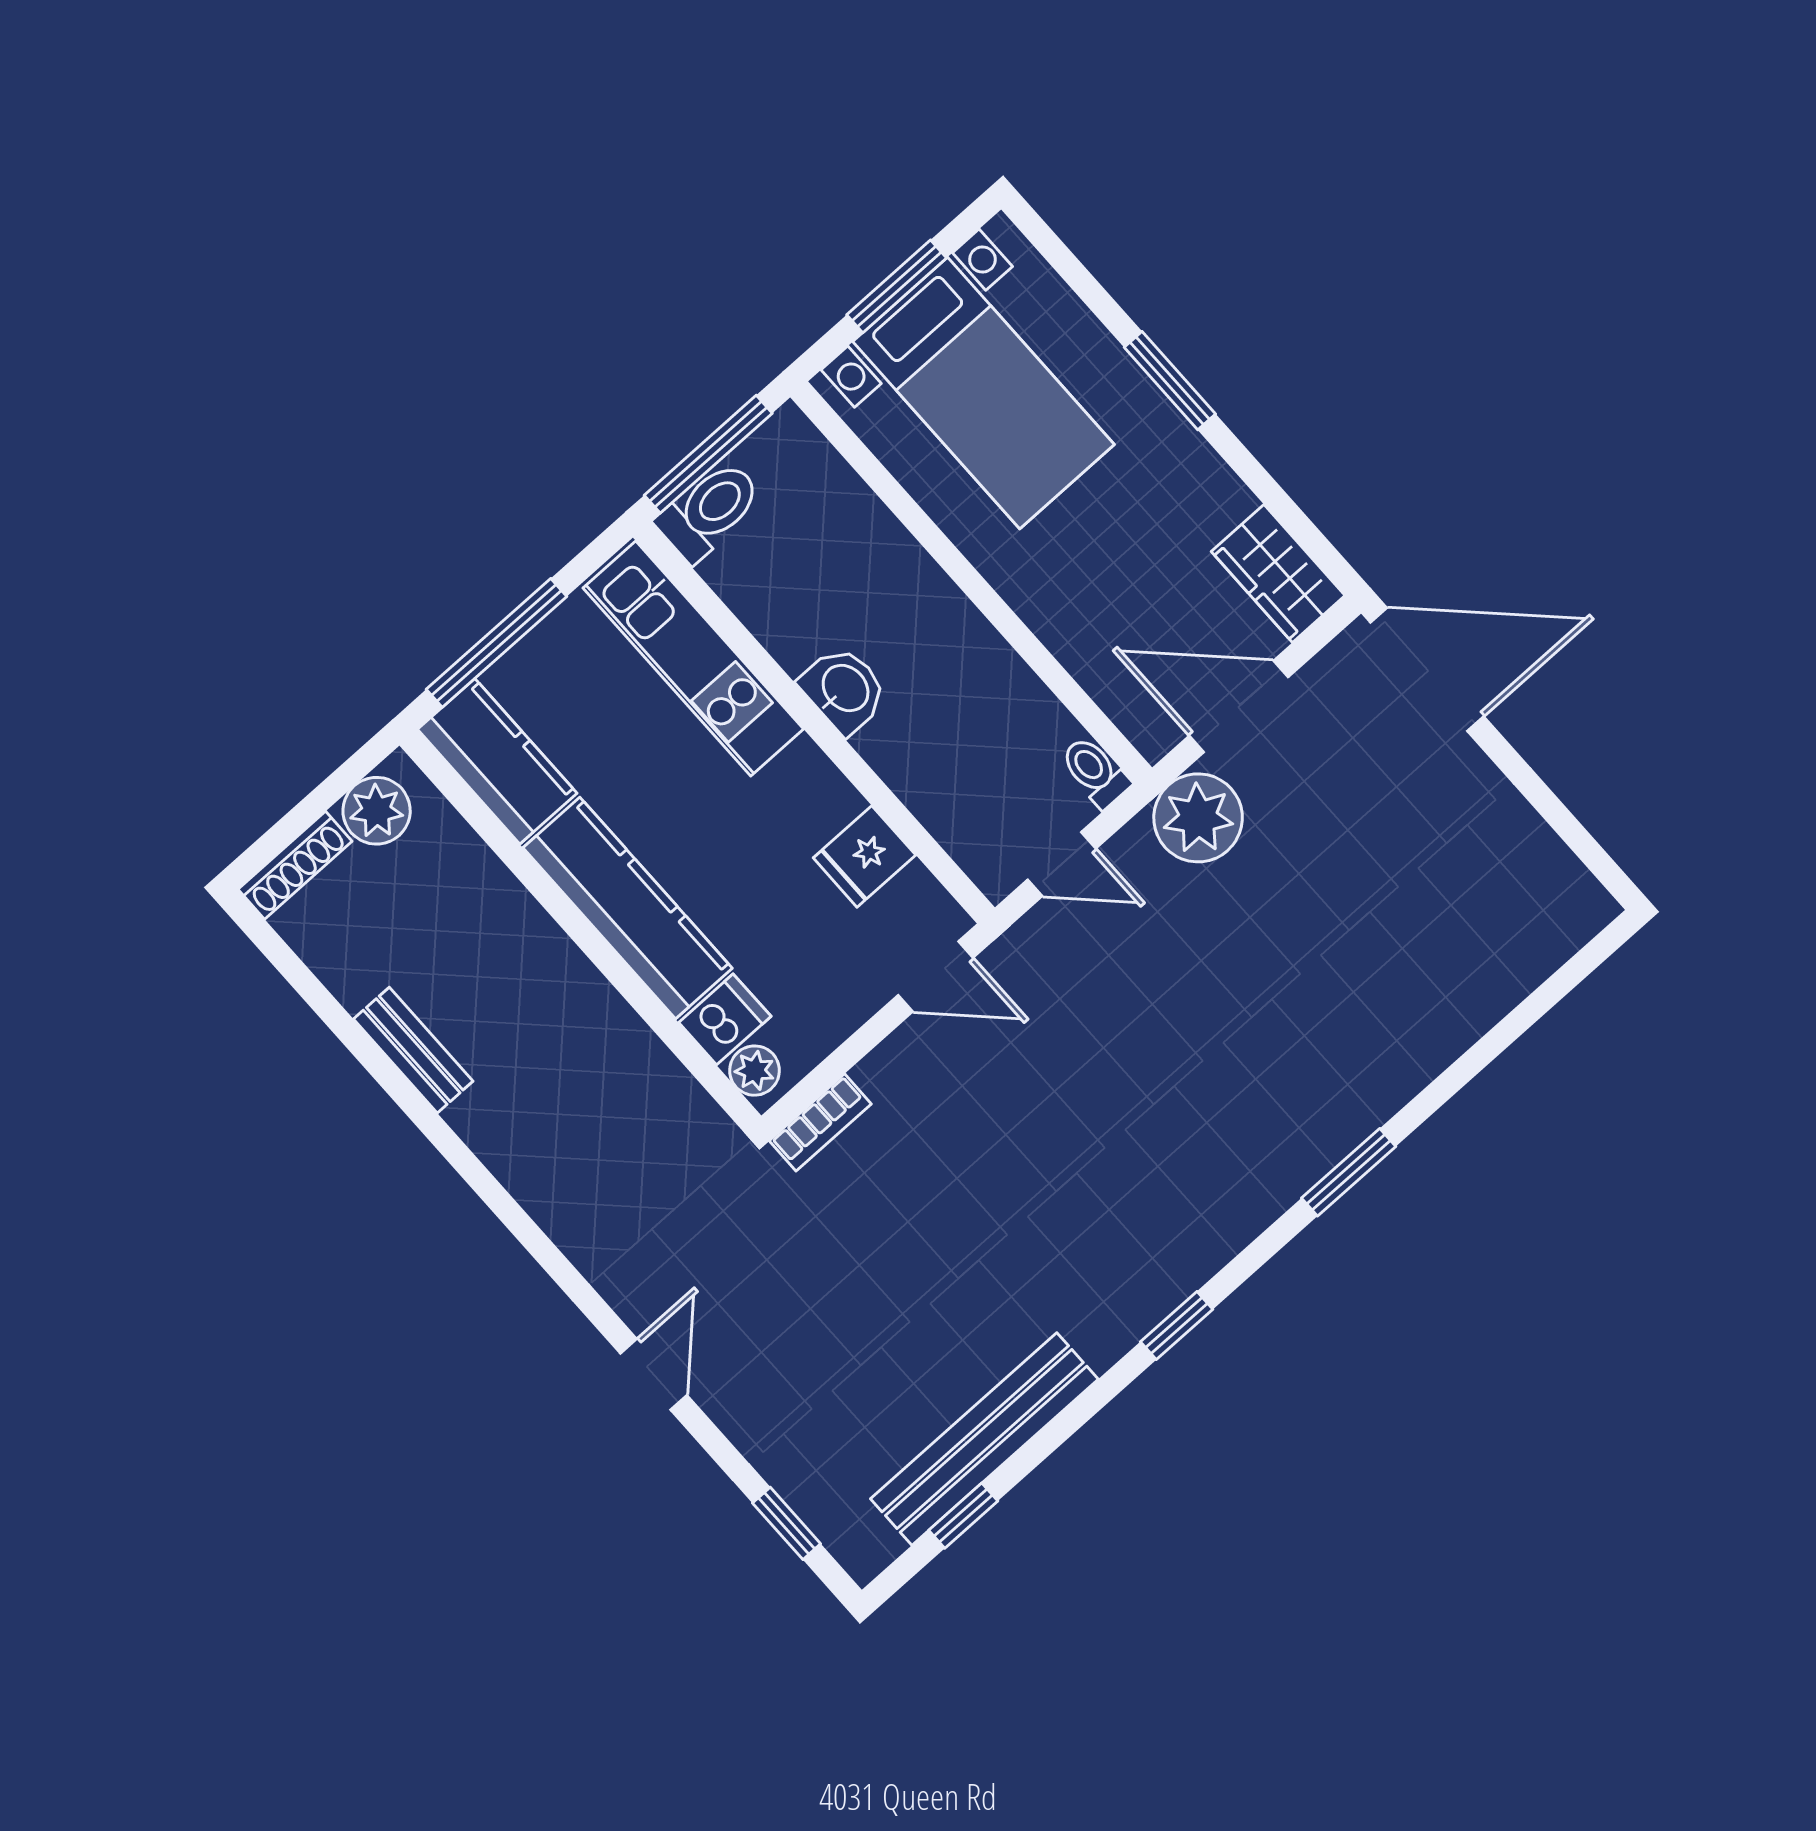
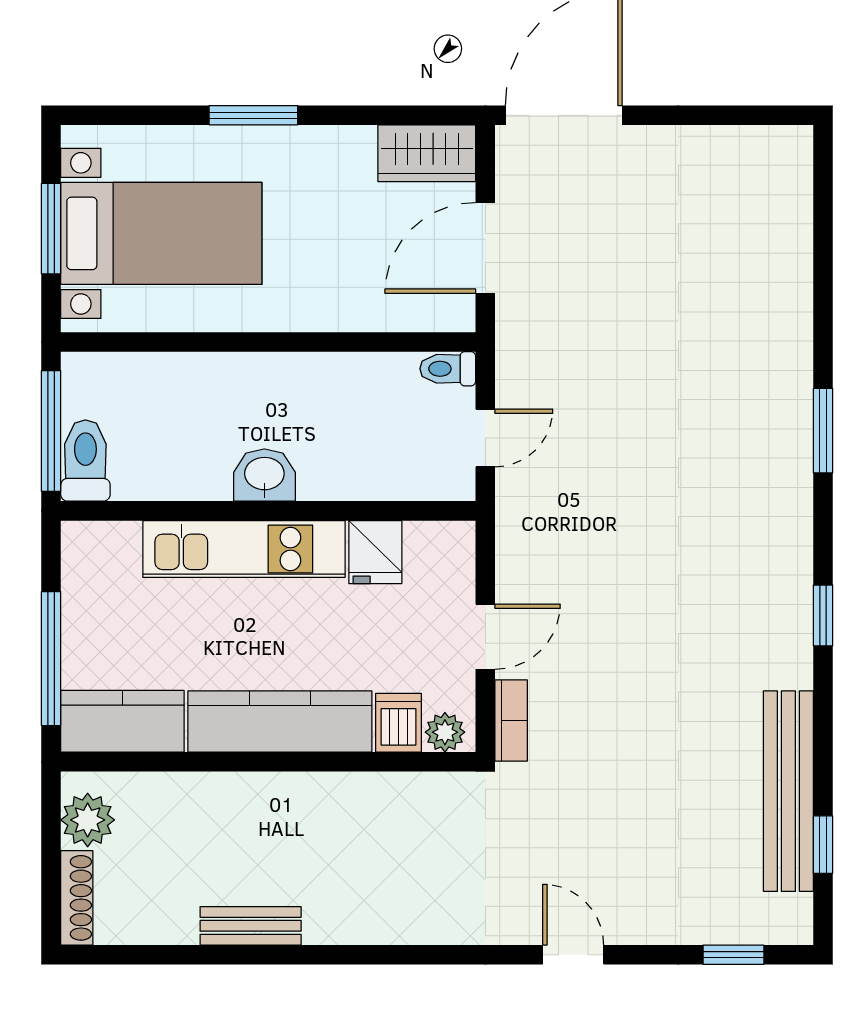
kitchen unit: (693, 659) -> (244, 549), moved
plant: (1198, 818) -> (530, 332), removed
door: (936, 976) -> (485, 637), moved

